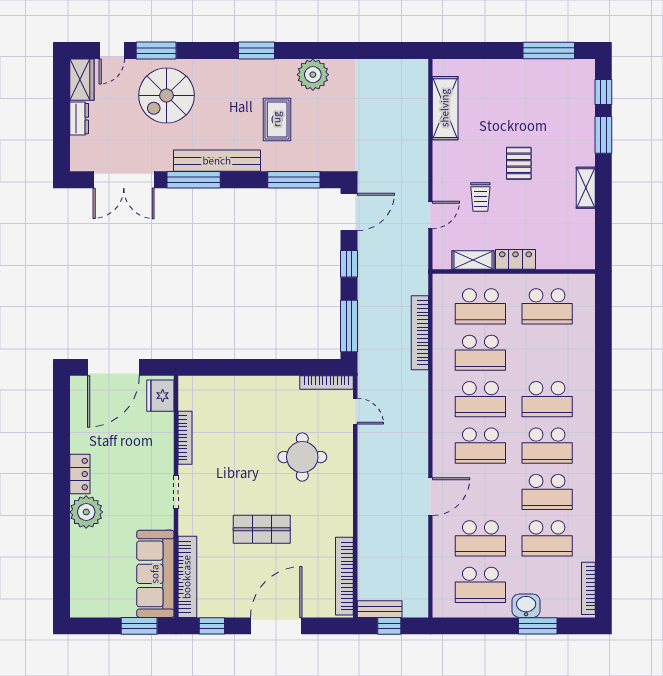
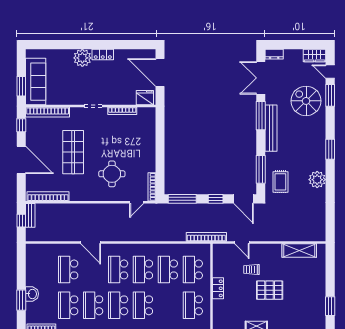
window: (549, 51) -> (330, 306), width x0.69
dresser: (79, 119) -> (274, 54), moved
rug: (277, 119) -> (280, 182), moved, turned 90
pallet: (519, 163) -> (270, 290), width x1.50, depth x1.42
shelving: (473, 260) -> (218, 266), removed
bookcase: (420, 333) -> (206, 237), moved
shop shelf: (262, 529) -> (73, 152), width x1.43, depth x1.36
sofa: (155, 574) -> (36, 82), moved, turned 90
school desk: (480, 585) -> (43, 269), removed

